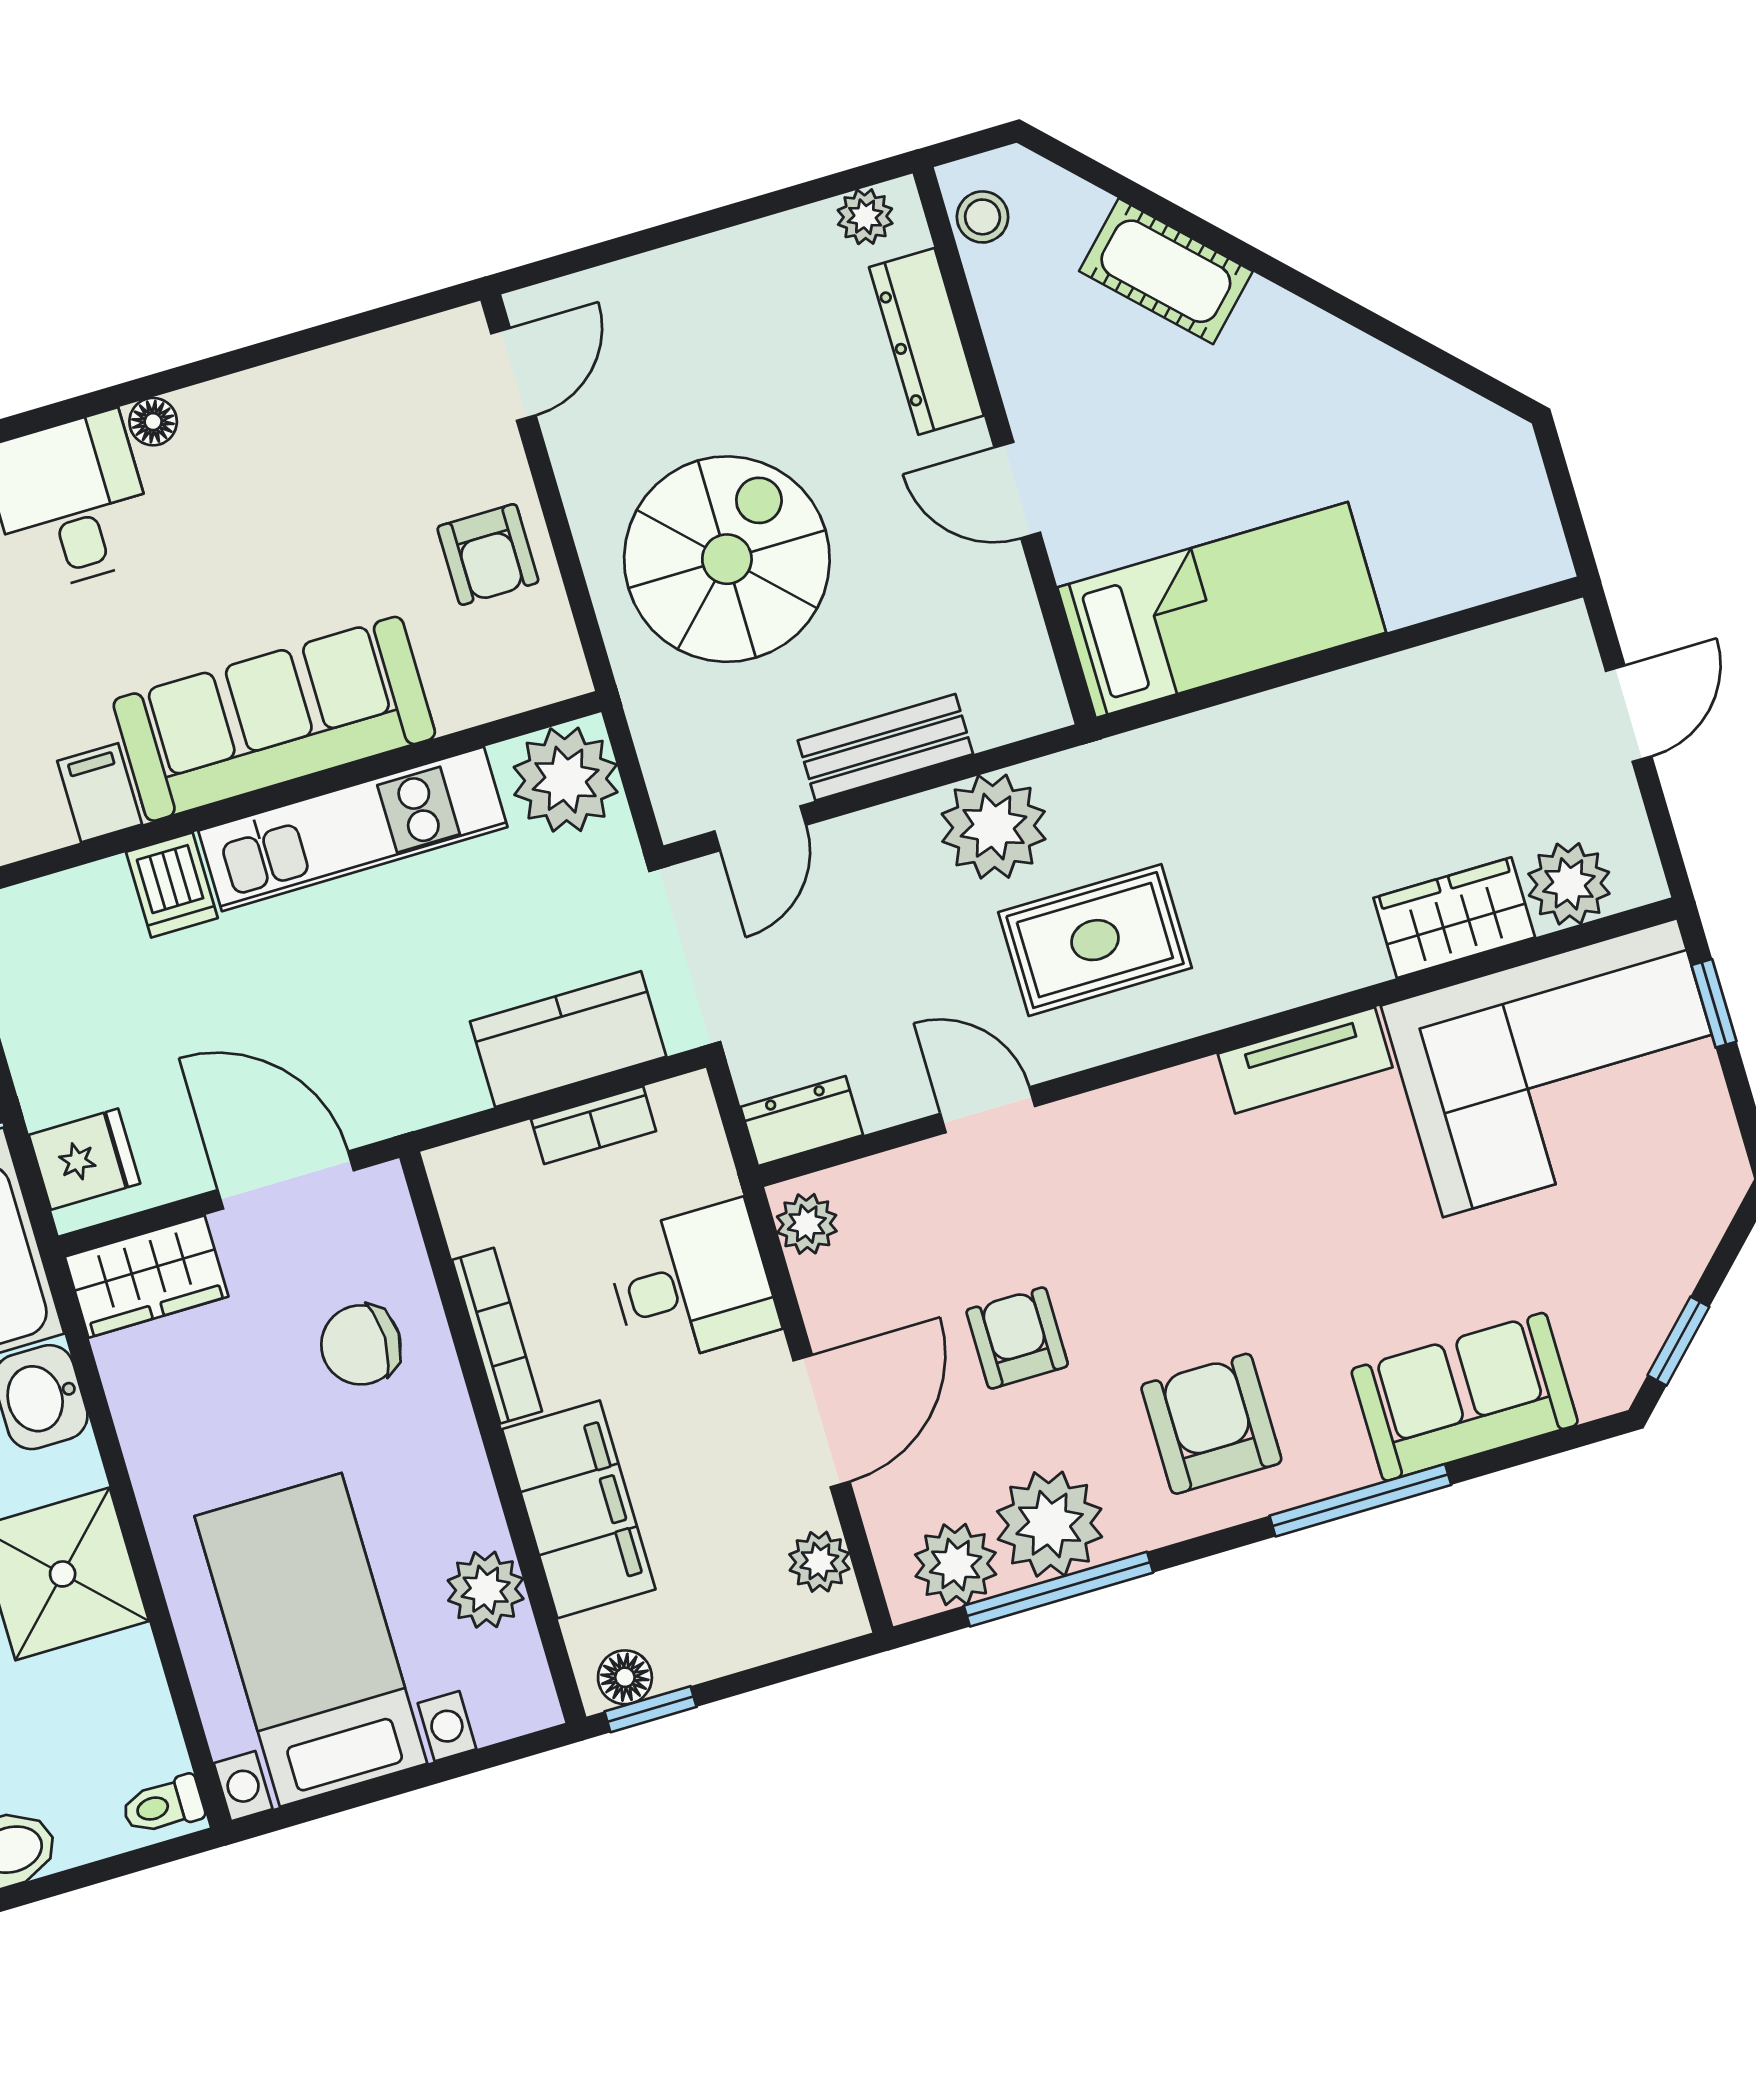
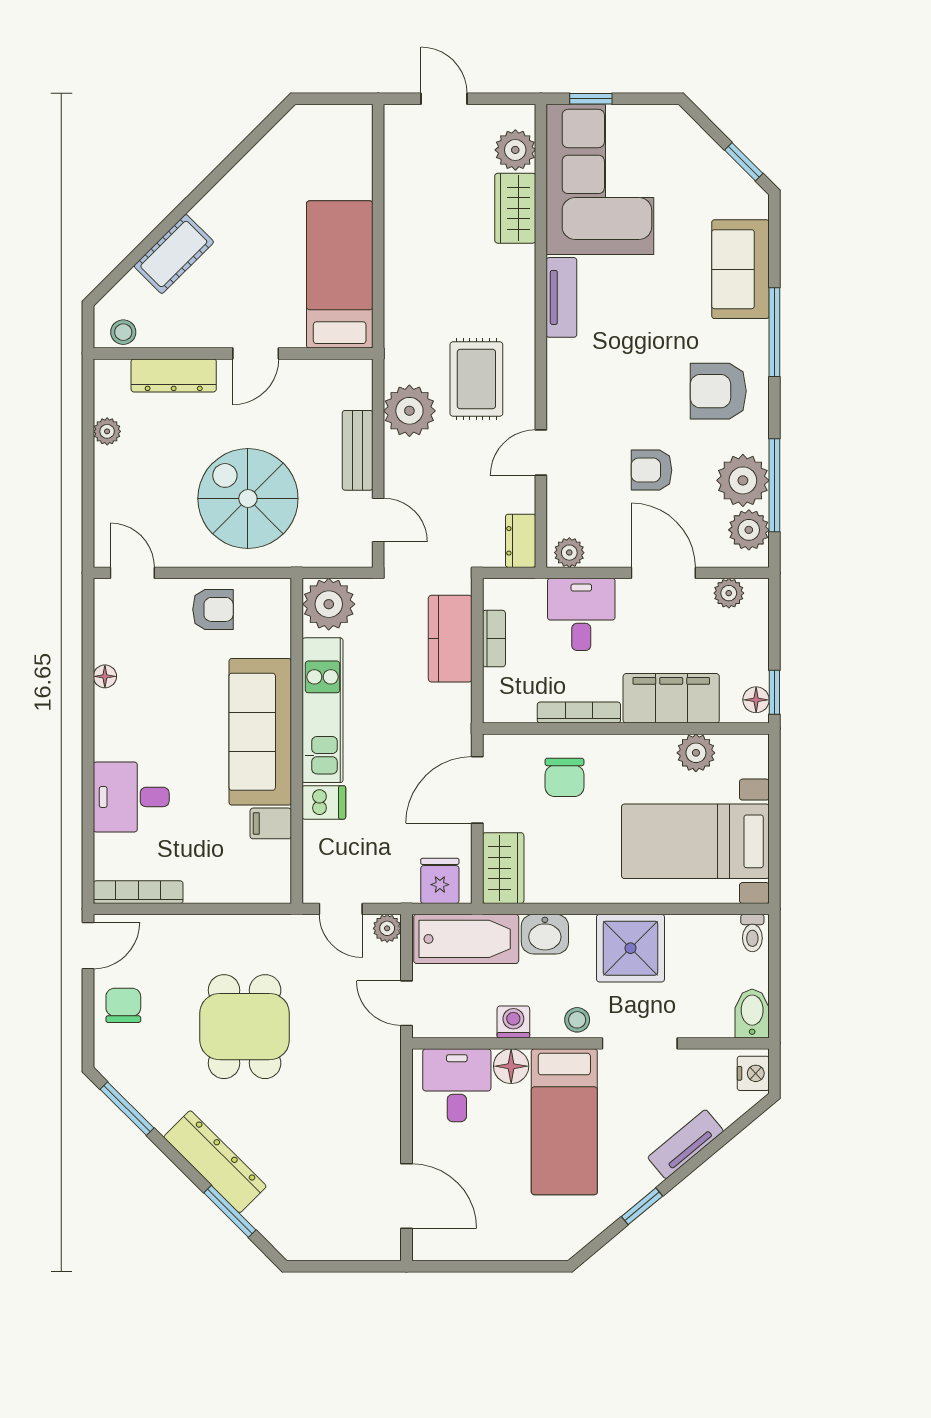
plant: (865, 217) -> (107, 431), moved
floor lamp: (153, 422) -> (105, 676), moved

